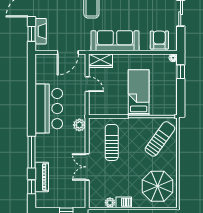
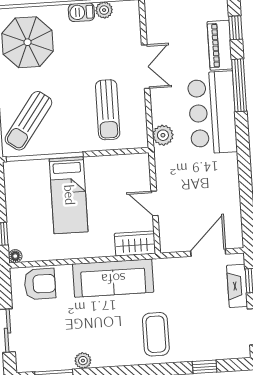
armchair: (159, 40) -> (40, 284), turned -90
door: (68, 52) -> (208, 253), moved
bar counter: (49, 109) -> (212, 113), moved

